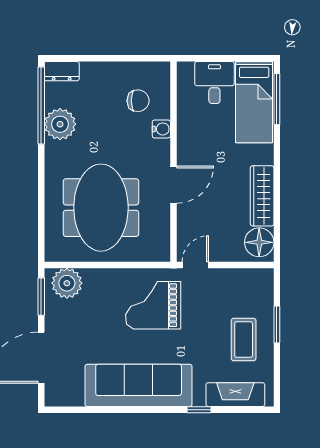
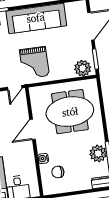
meeting table: (101, 208) -> (70, 112), turned 90
grand piano: (153, 305) -> (34, 63), turned 90

